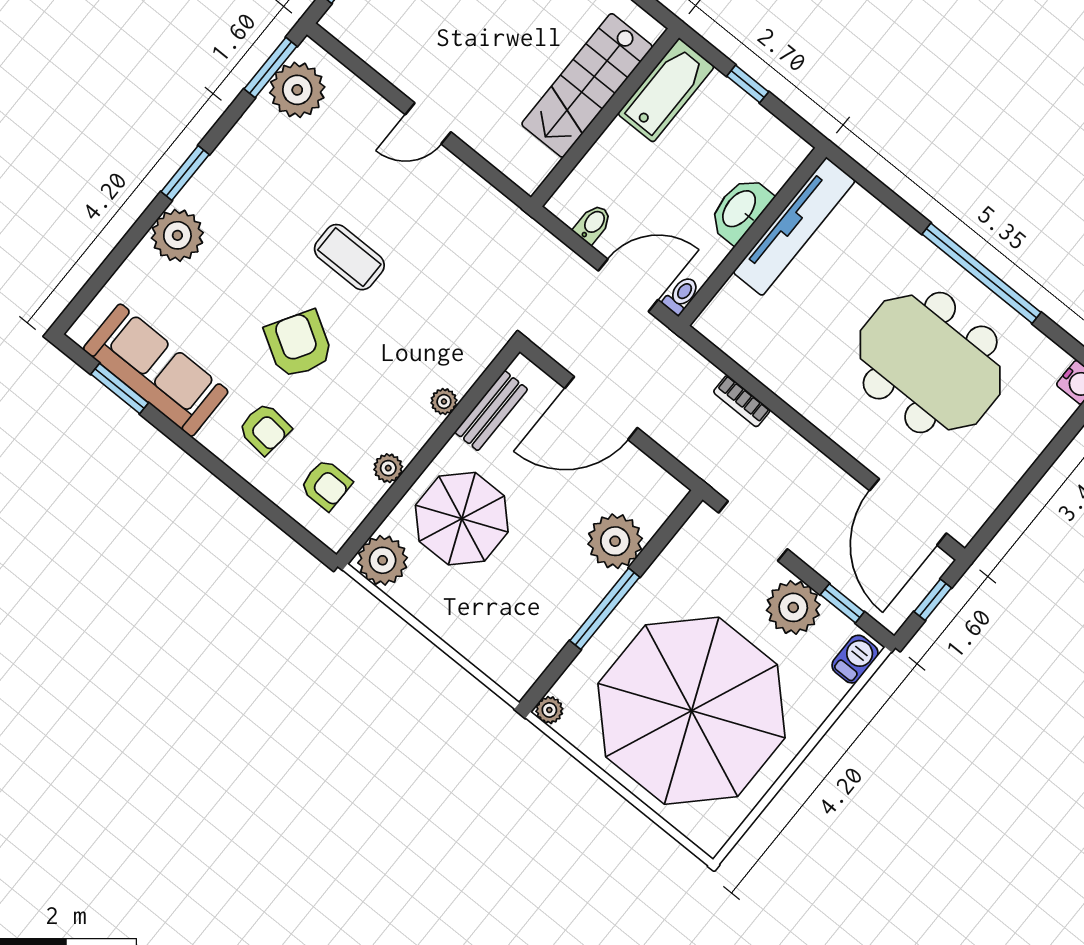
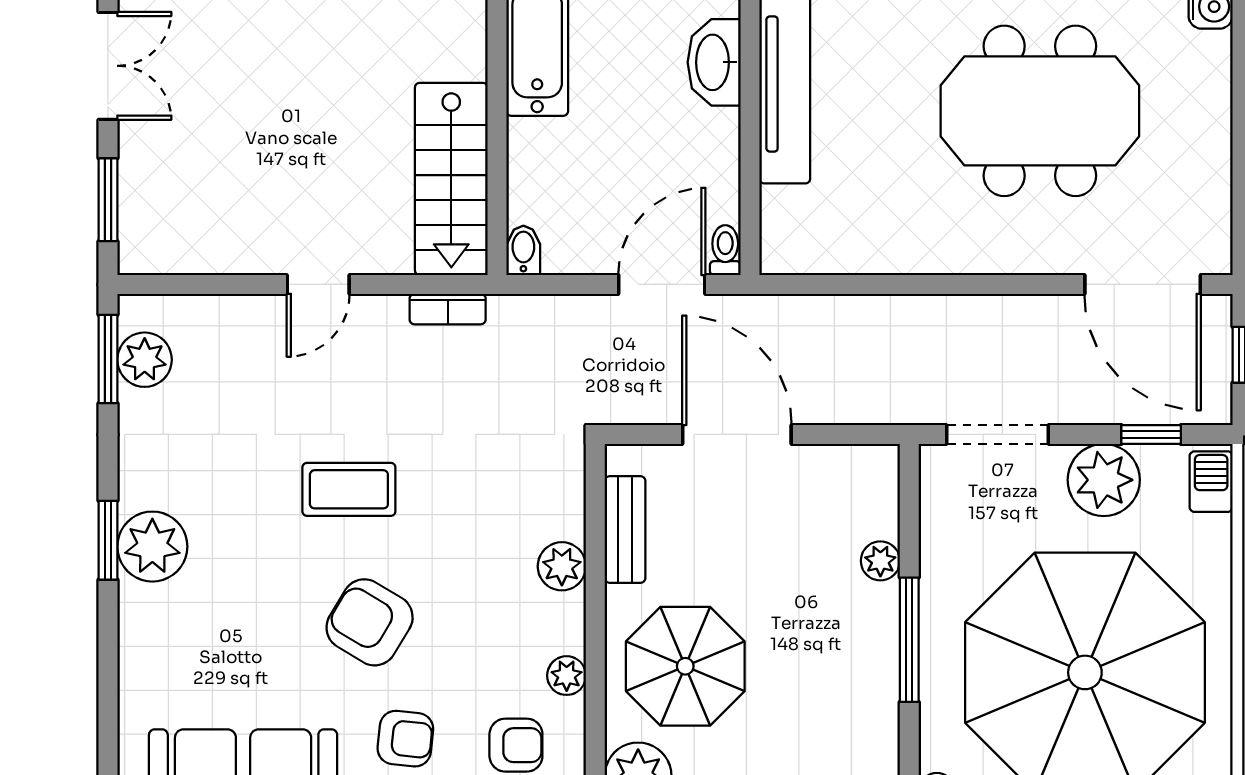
stairs: (587, 85) -> (451, 179), moved
plant: (297, 90) -> (145, 360), width x0.73, depth x0.73
washbasin: (740, 209) -> (714, 62), moved
bidet: (593, 224) -> (523, 250), moved
plant: (177, 235) -> (152, 547), moved
bookcase: (742, 401) -> (448, 309), moved
plant: (444, 402) -> (562, 566), width x1.38, depth x1.38
door: (601, 408) -> (737, 434), swing flipped
plant: (615, 541) -> (880, 561), width x0.53, depth x0.53

